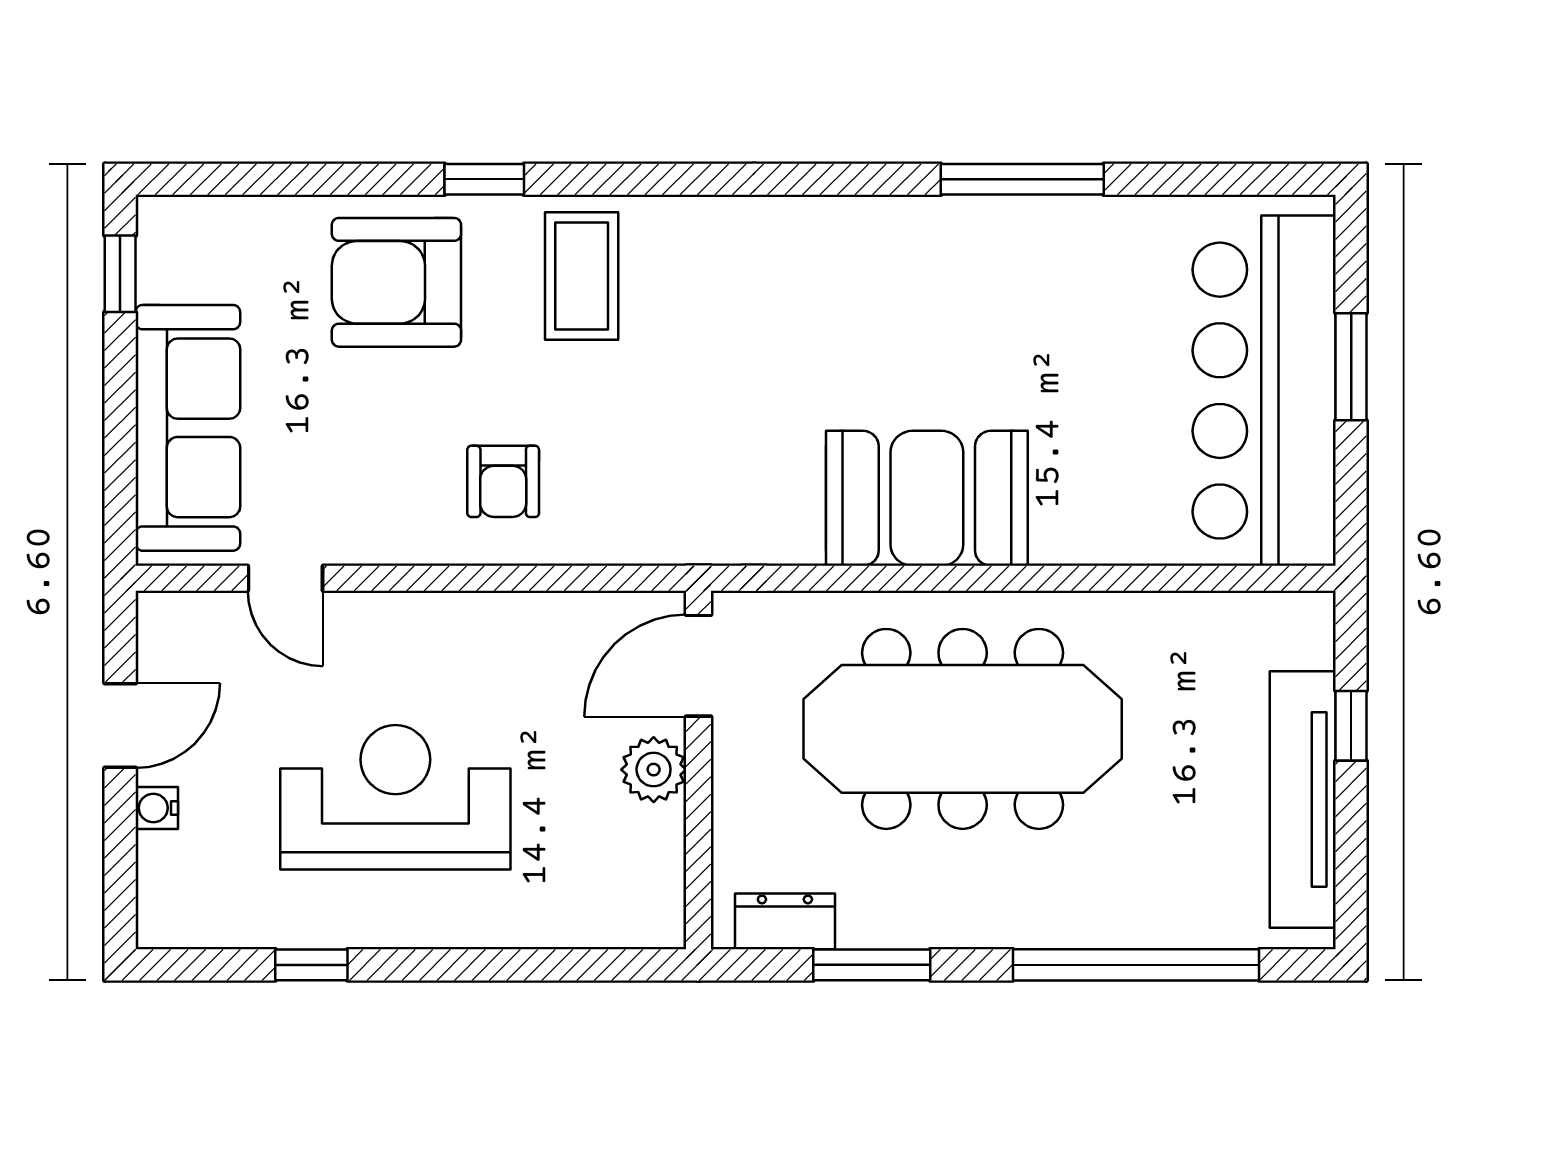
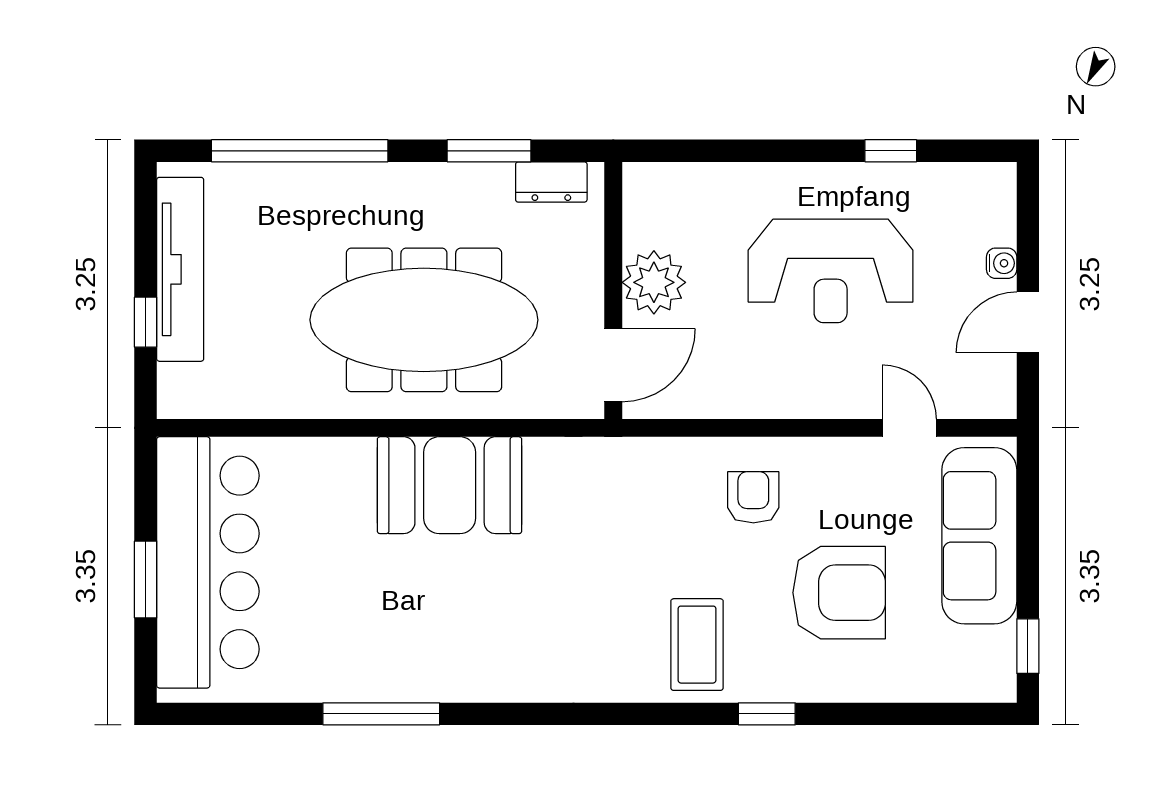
armchair: (396, 282) -> (839, 593), moved
plant: (654, 770) -> (654, 282), width x1.36, depth x1.36

